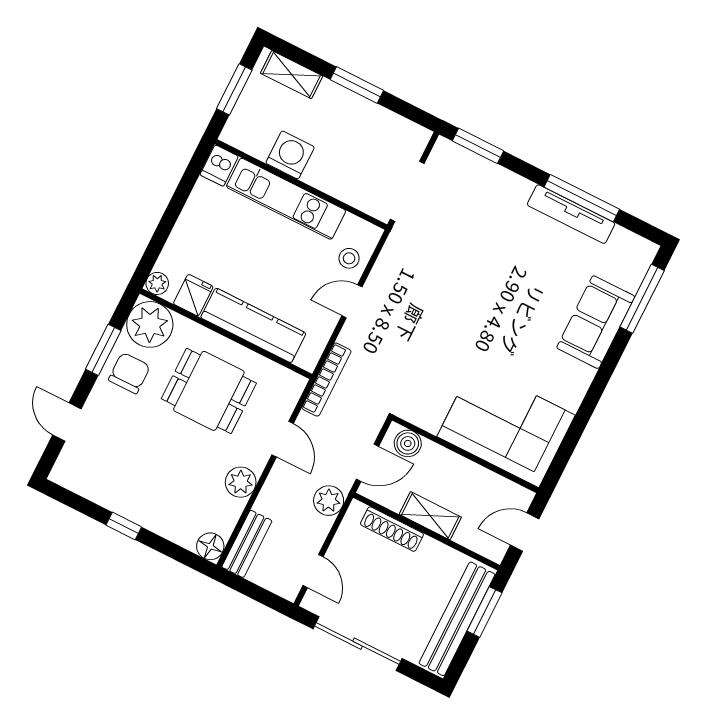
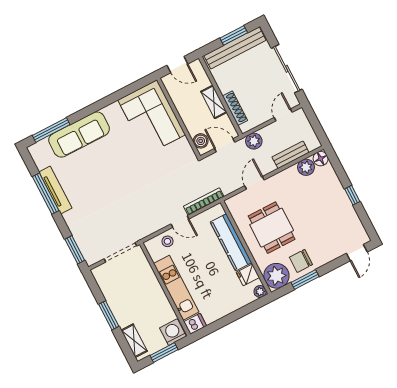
washing machine: (290, 155) -> (173, 332), moved, turned 90
sofa: (596, 322) -> (79, 134), width x1.36
bookcase: (326, 380) -> (204, 201), moved
door: (67, 422) -> (357, 253), moved
plant: (241, 482) -> (306, 167), moved
bench: (247, 544) -> (291, 155), moved
window: (484, 612) -> (234, 35), moved

